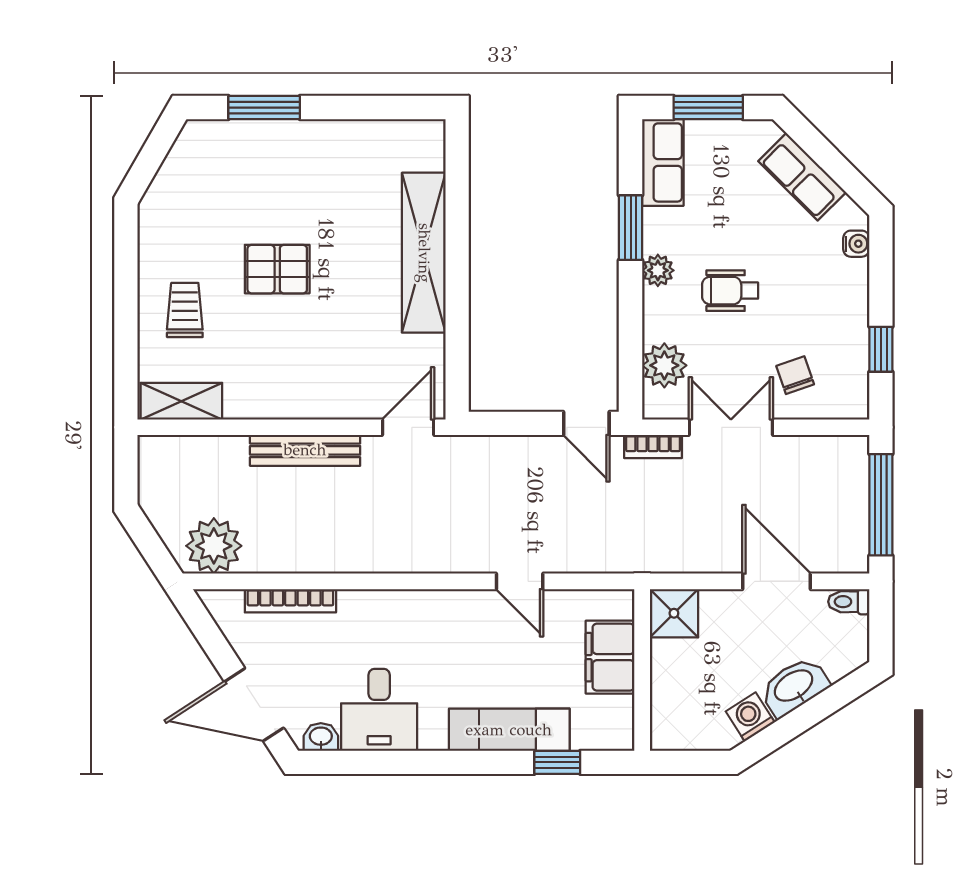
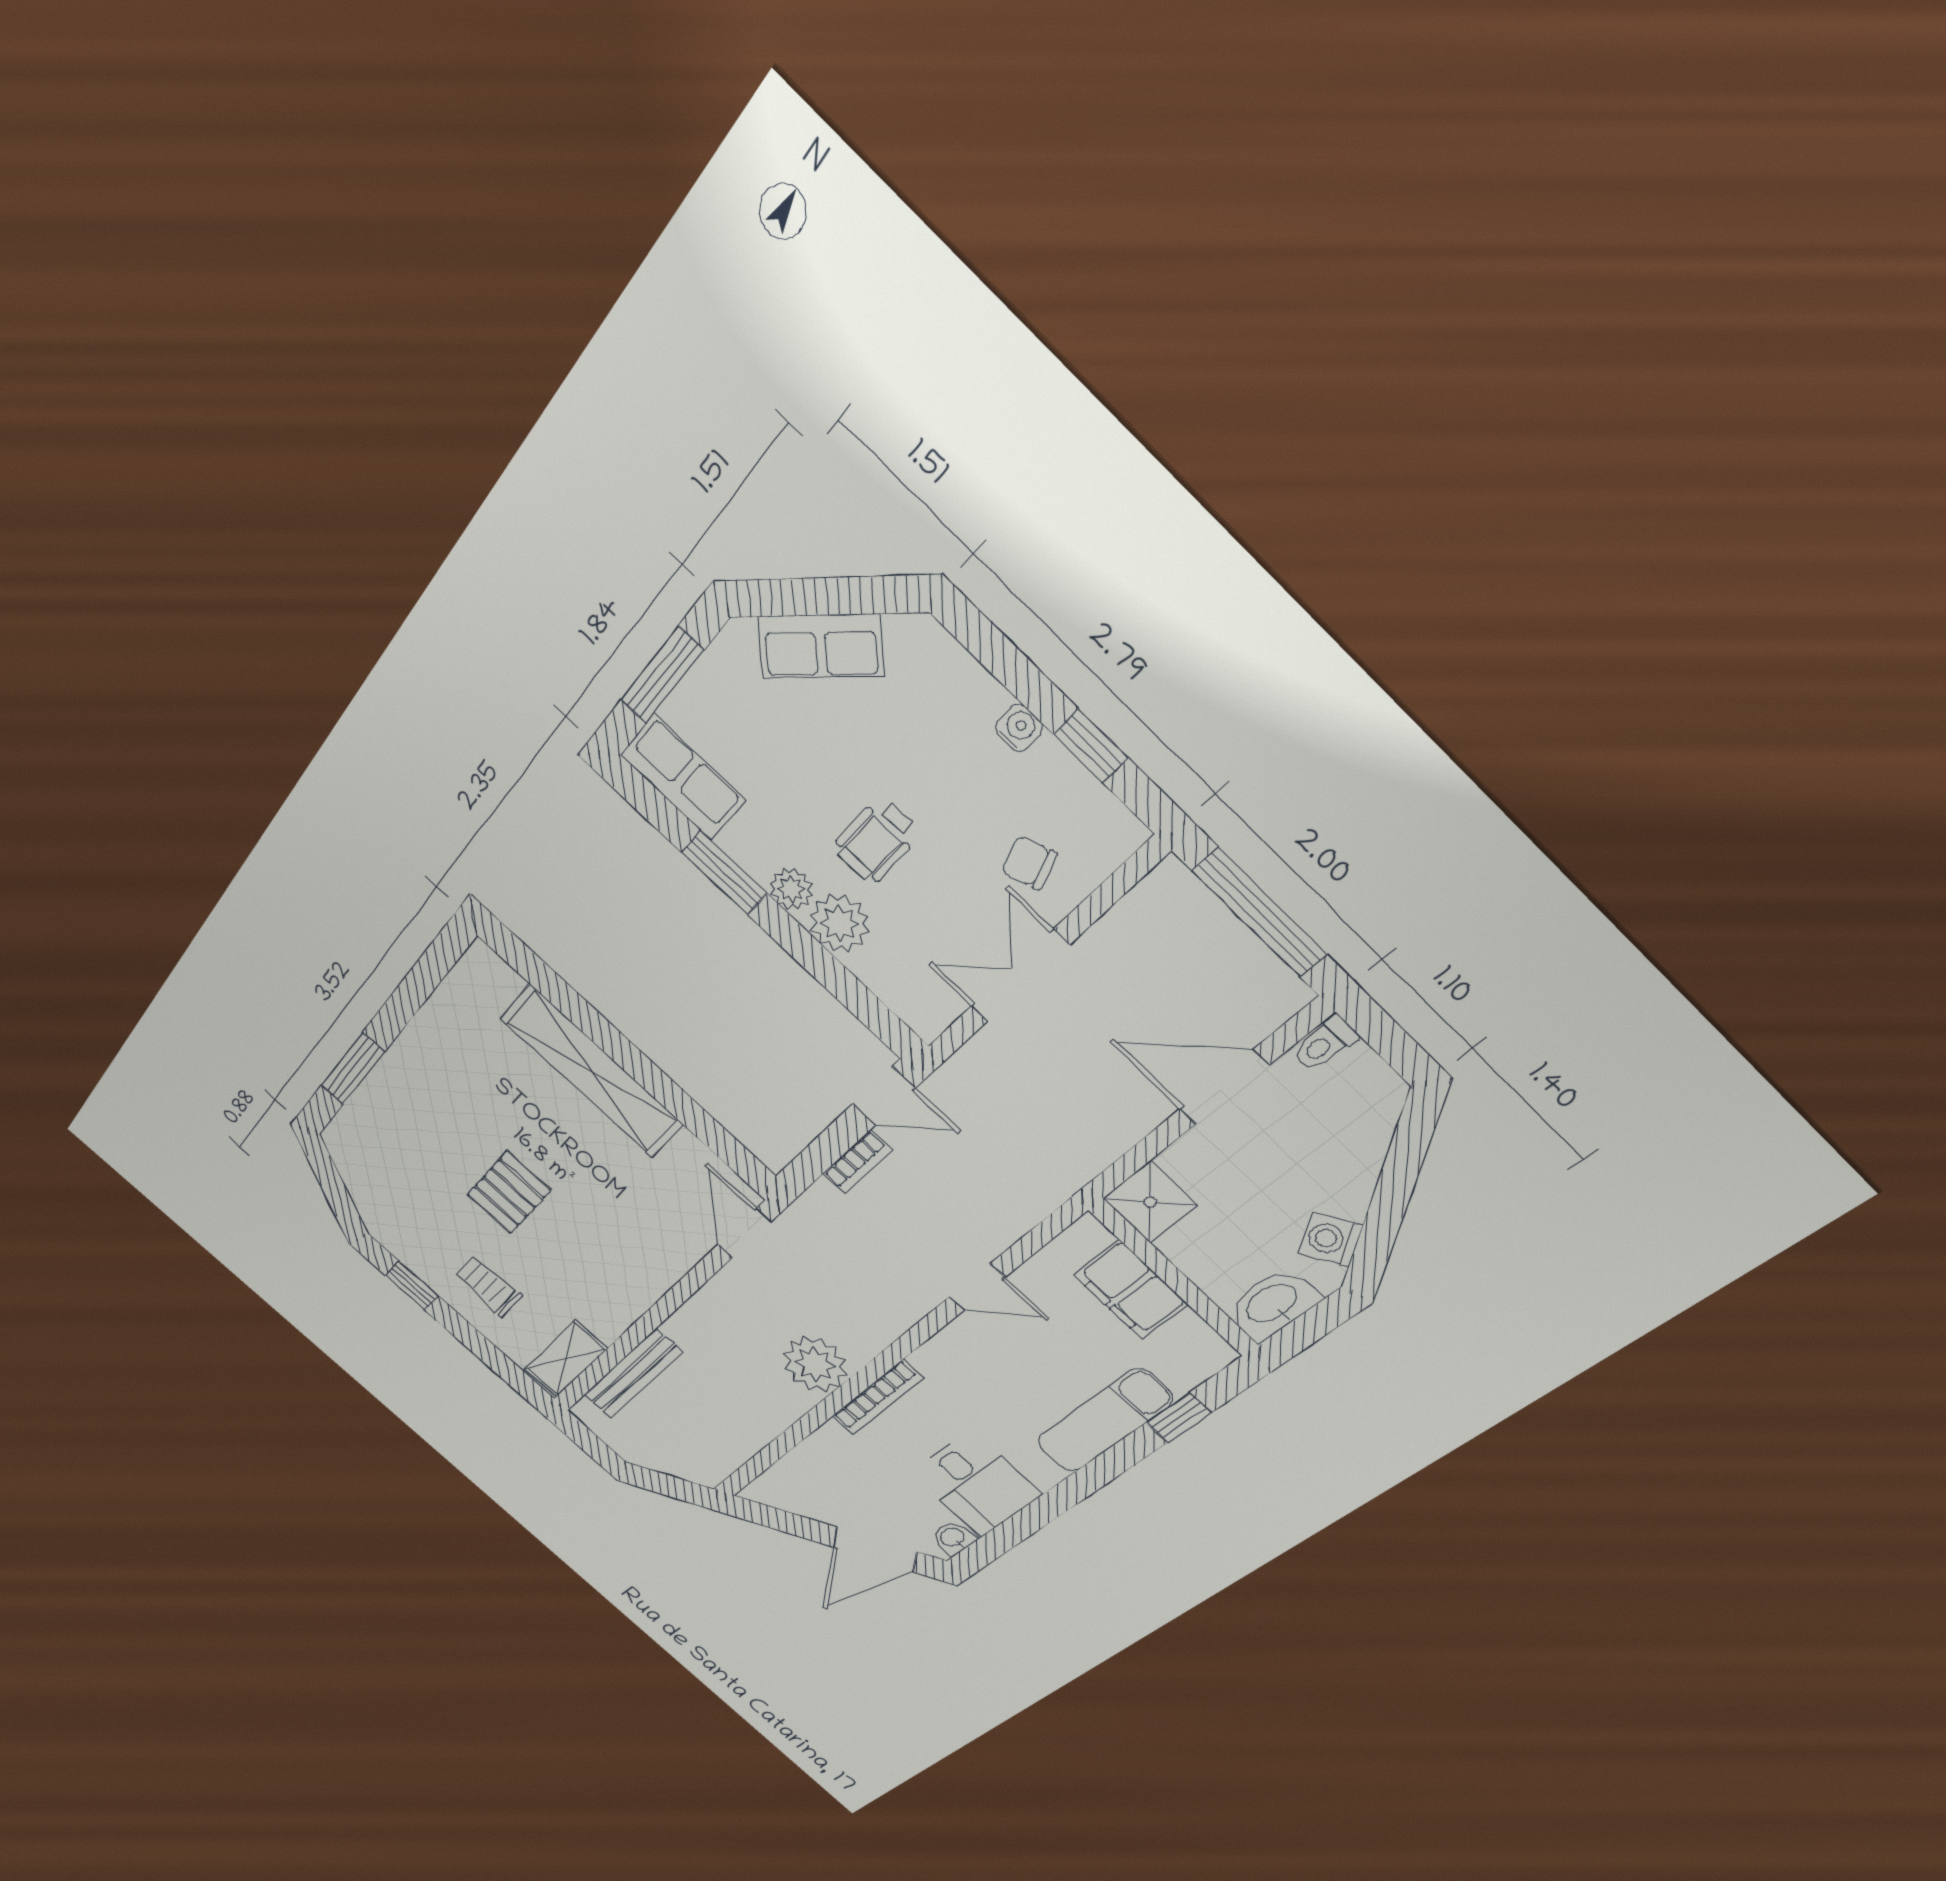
water cooler: (856, 244) -> (1019, 728), moved
window: (126, 262) -> (412, 1286), added
plant: (664, 365) -> (839, 923), moved
bookcase: (653, 447) -> (857, 1162), moved
bench: (305, 450) -> (633, 1374), moved
plant: (214, 546) -> (815, 1364), moved
bookcase: (290, 601) -> (877, 1397), moved
washbasin: (794, 687) -> (1272, 1304), moved, turned 33

